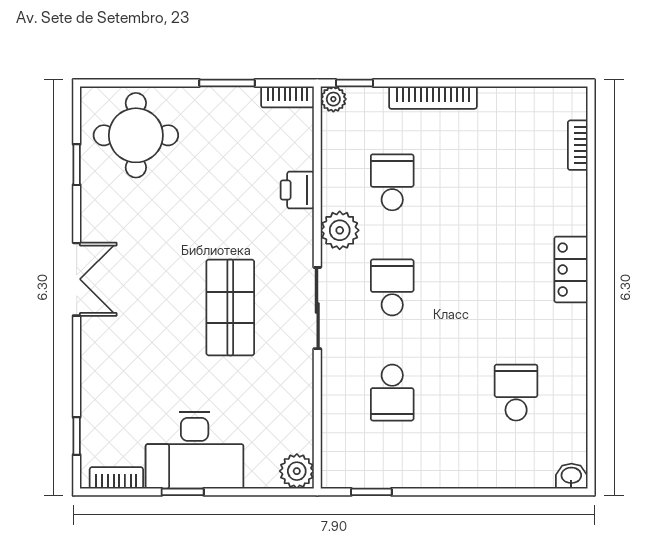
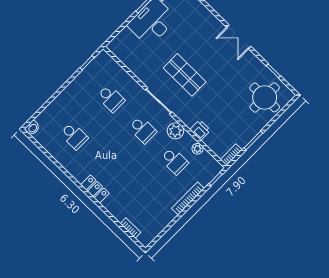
plant: (333, 99) -> (197, 149), moved
school desk: (392, 393) -> (111, 99), turned 180
plant: (297, 471) -> (115, 46), removed

